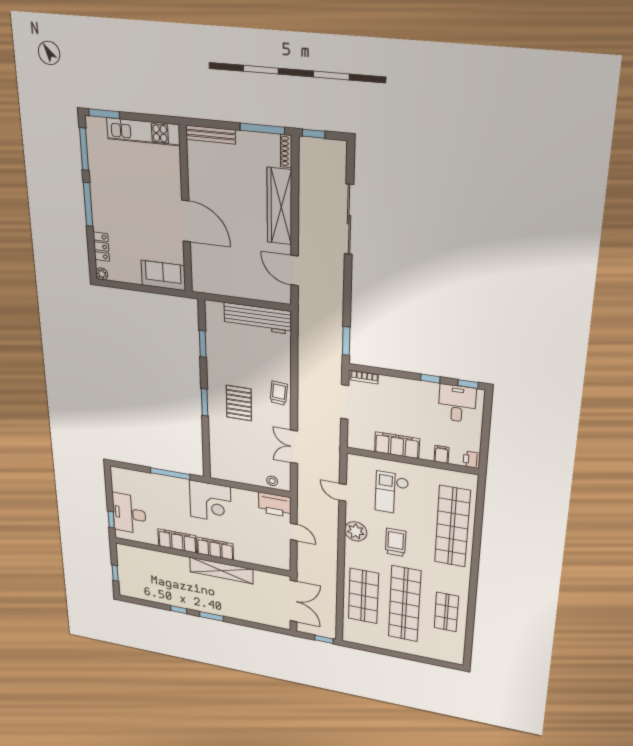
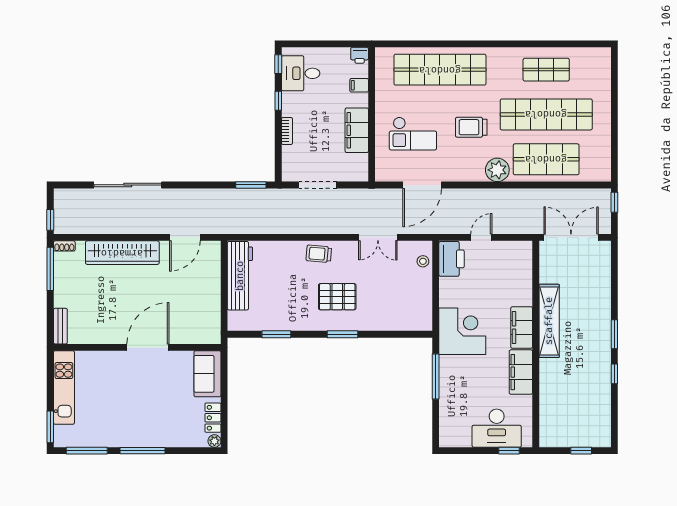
bench: (211, 135) -> (60, 326), width x0.73
shoe rack: (286, 151) -> (64, 246), width x0.70
locker: (101, 247) -> (213, 418), moved, turned -90
bookcase: (364, 377) -> (287, 131), moved
door: (343, 492) -> (422, 185), width x1.87
plant: (356, 531) -> (497, 170), moved

